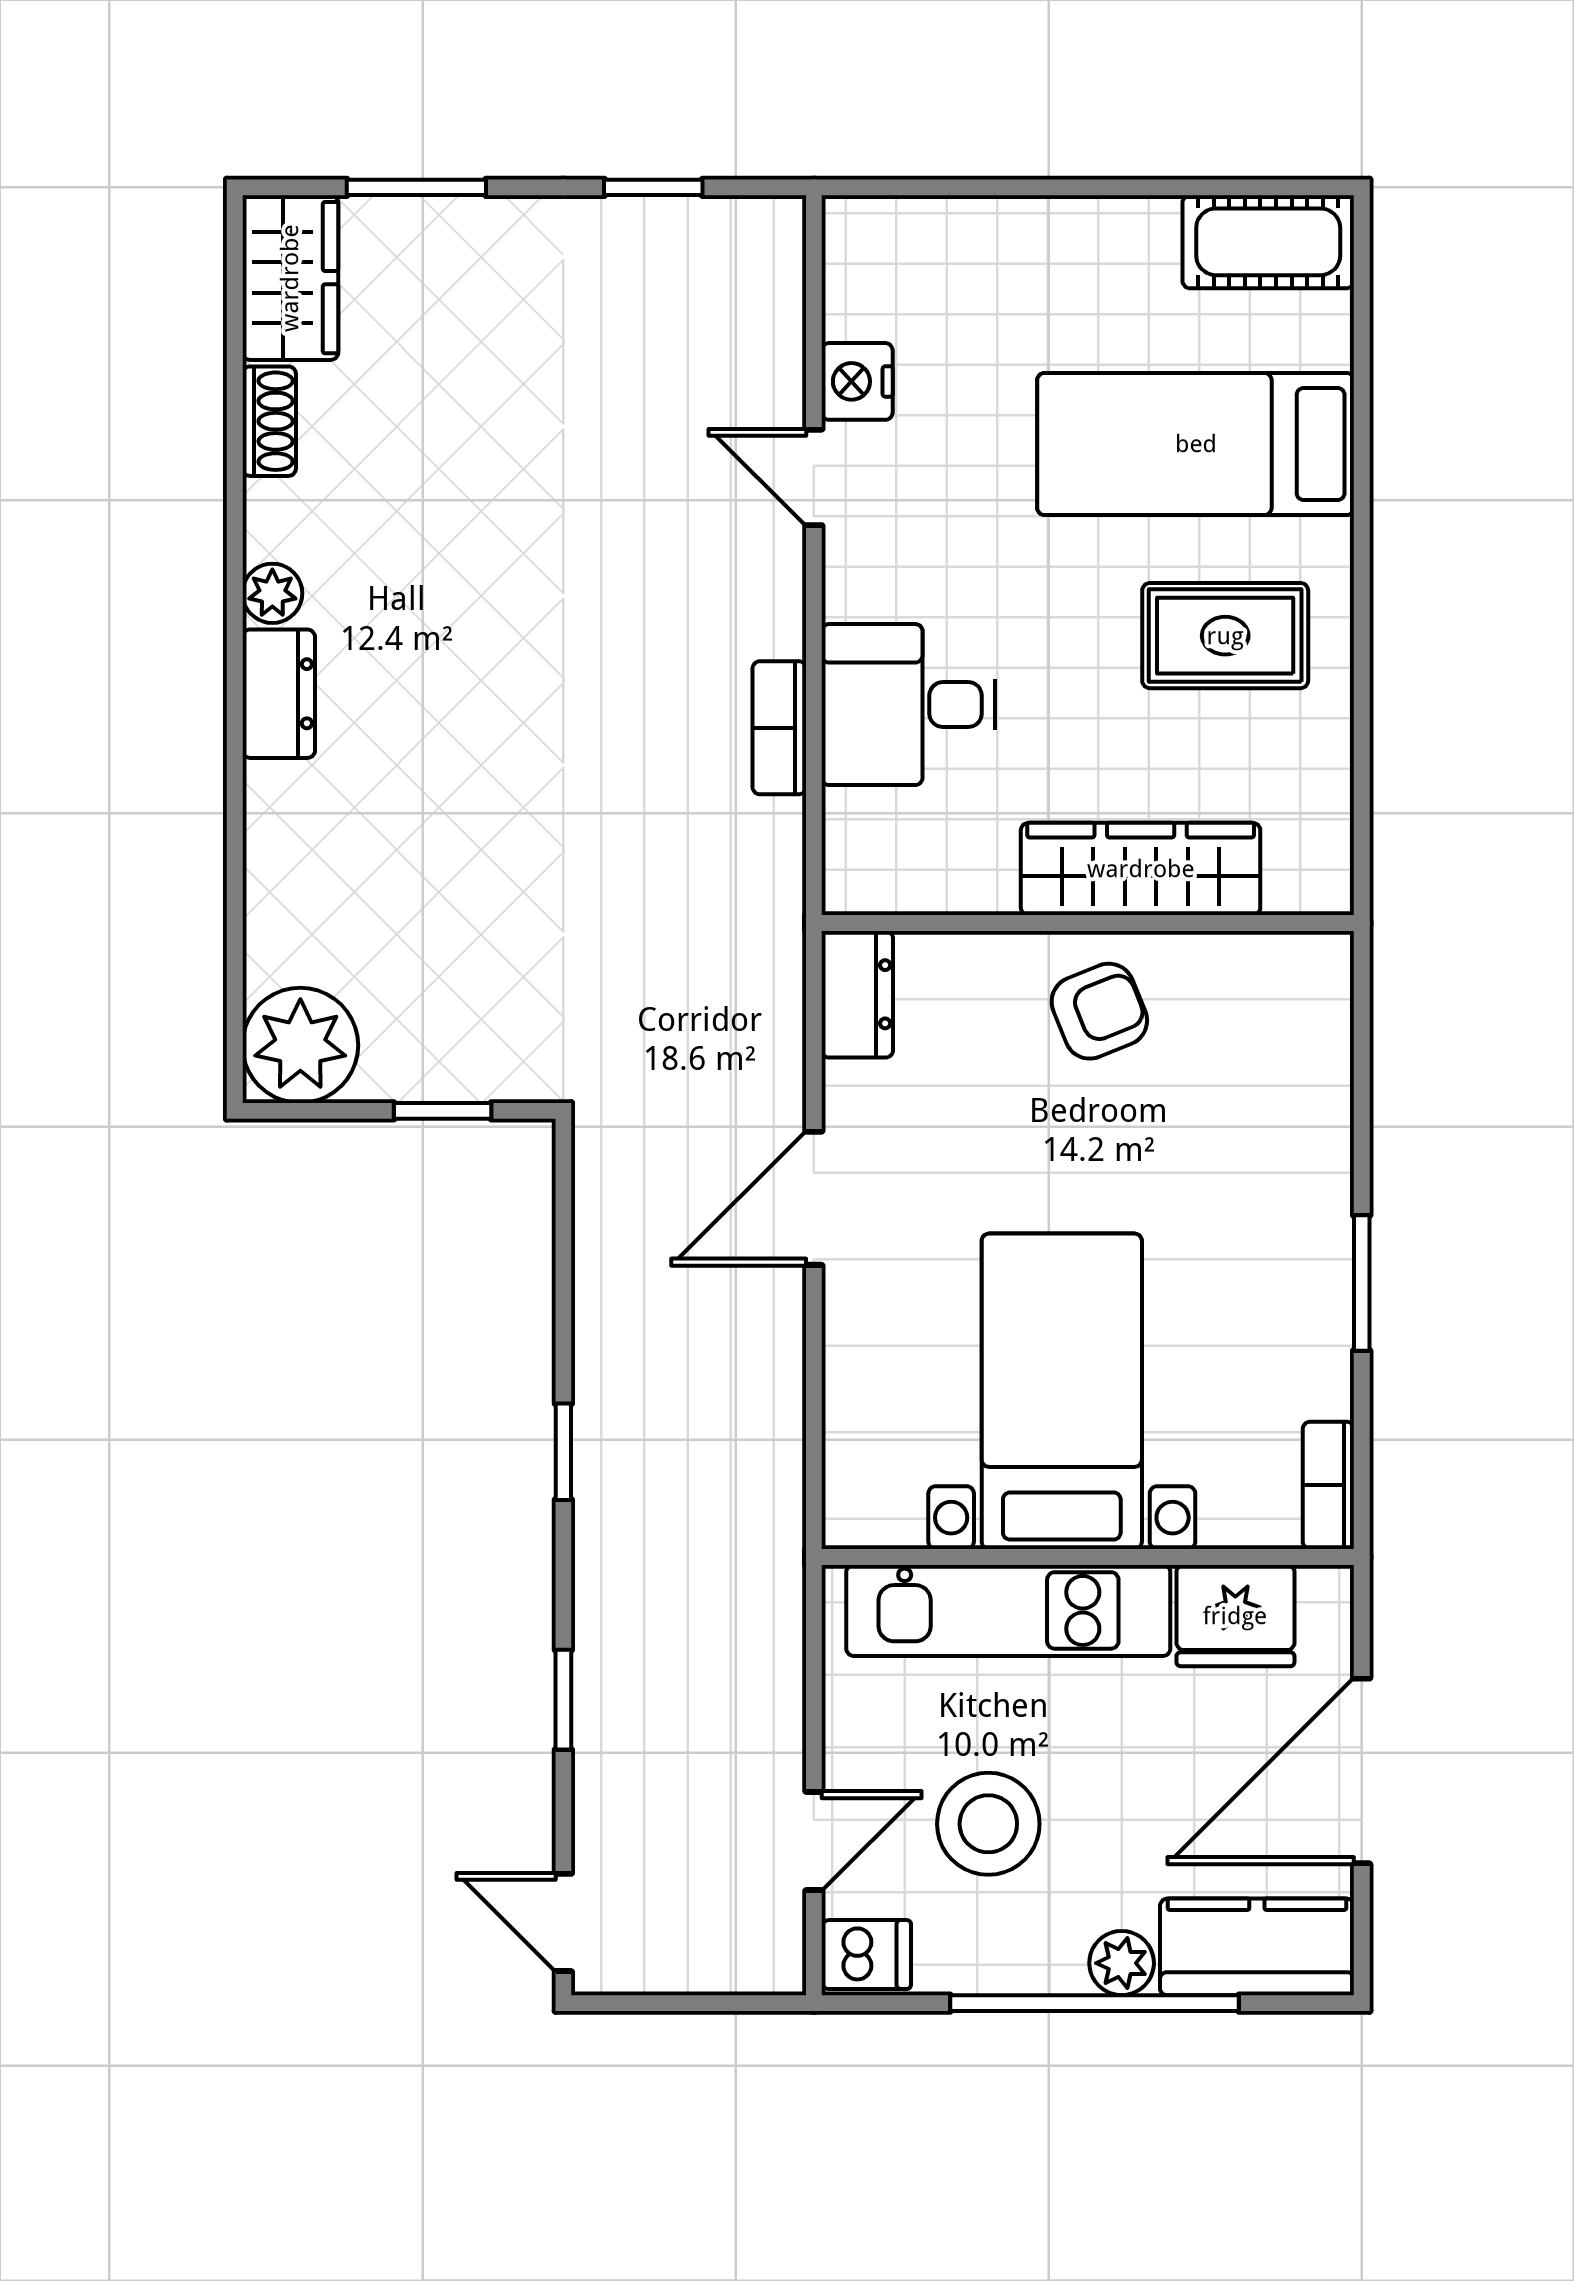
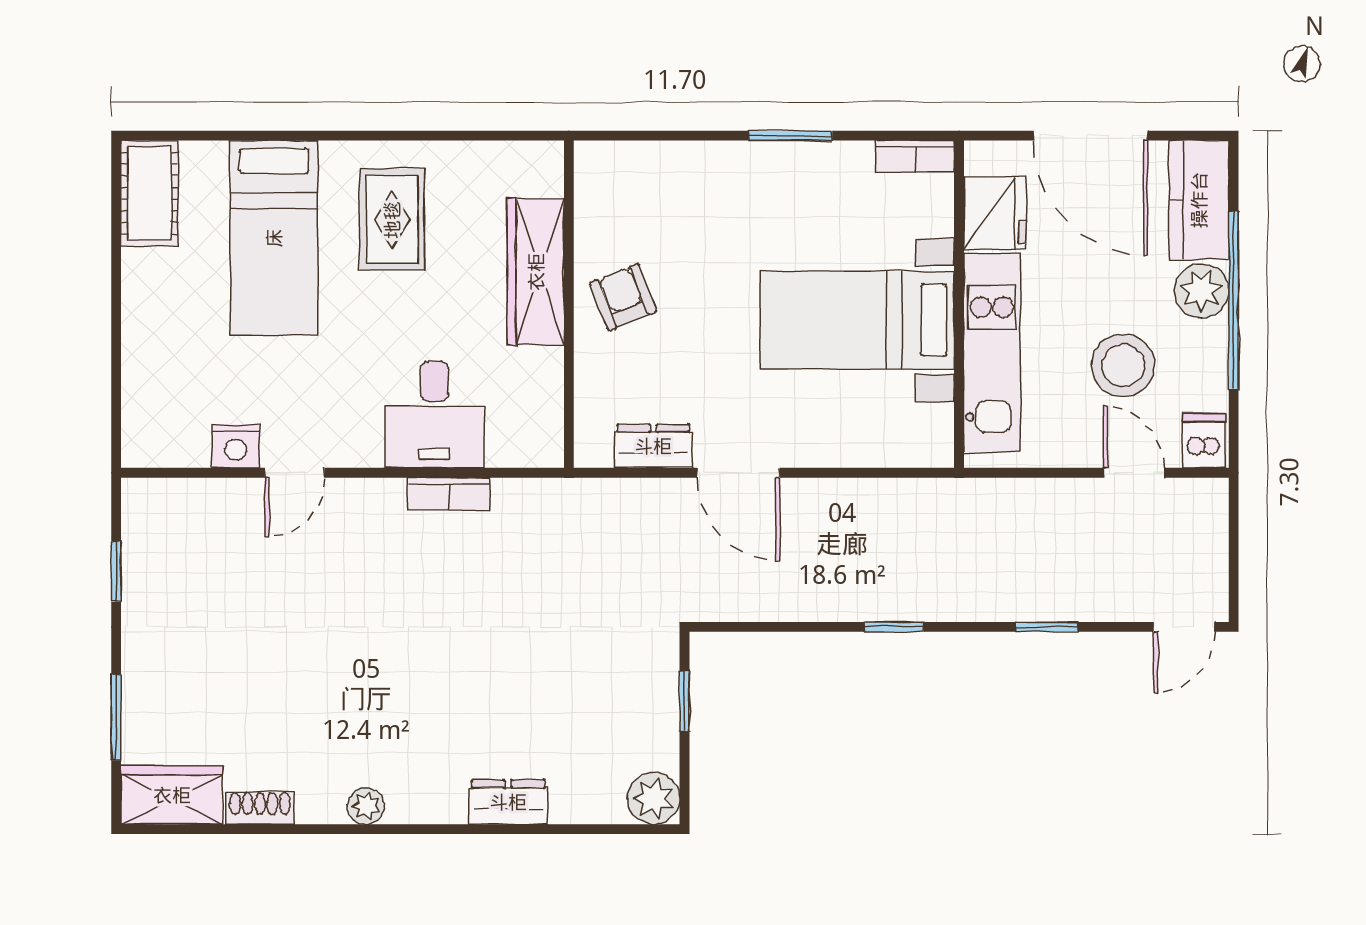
dresser: (279, 694) -> (508, 802), moved
dresser: (857, 994) -> (653, 446), moved
plant: (300, 1045) -> (654, 798), width x0.73, depth x0.73
plant: (1122, 1963) -> (1201, 291), width x1.38, depth x1.38

